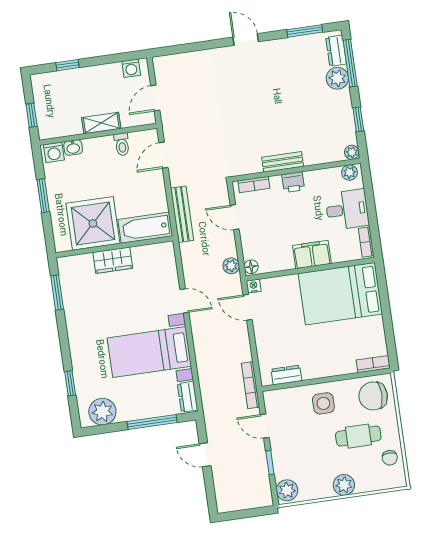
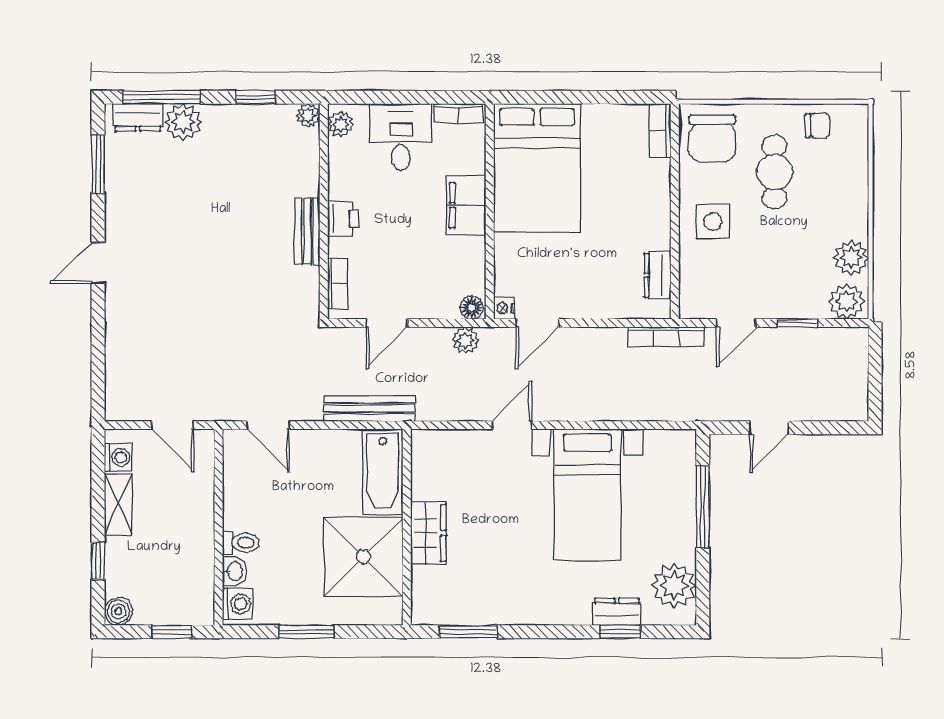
boiler: (39, 82) -> (118, 611), added
shelving: (101, 123) -> (118, 504), moved
toilet: (122, 144) -> (241, 543), moved
dresser: (188, 397) -> (617, 612), moved, turned 180
plant: (344, 485) -> (851, 258), moved

